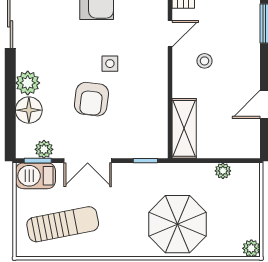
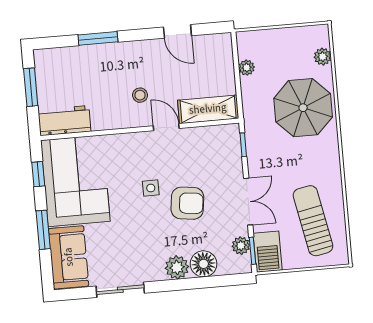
door: (170, 34) -> (166, 127), moved
plant: (251, 248) -> (323, 57), moved

